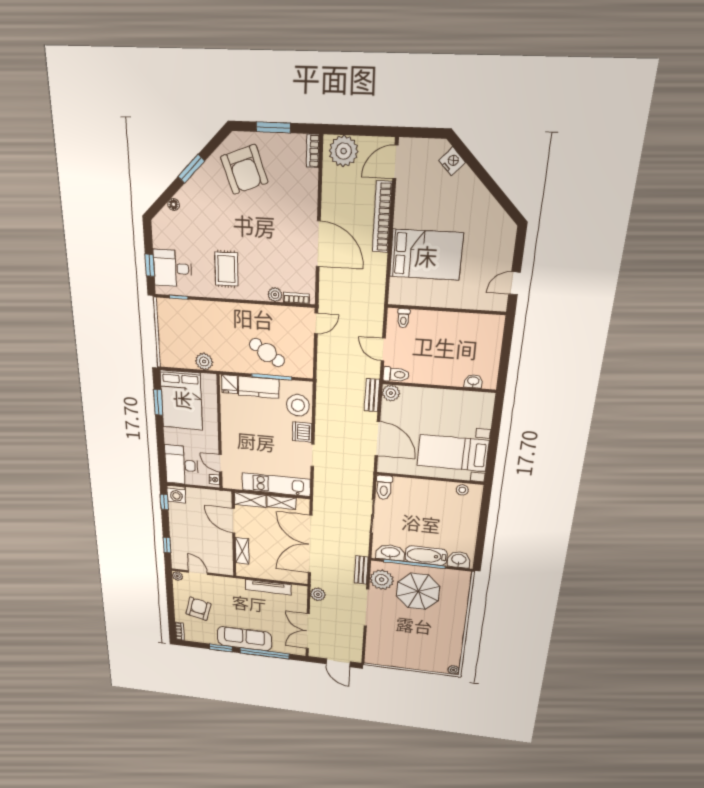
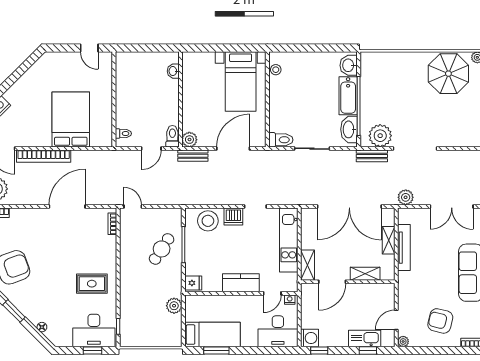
desk: (173, 268) -> (94, 331), width x1.37
plant: (275, 295) -> (111, 242), removed
kitchen counter: (259, 387) -> (241, 283), moved, turned -90
bed: (181, 400) -> (212, 335), width x0.67
shelving: (281, 502) -> (389, 240), moved
kitchen sink: (178, 544) -> (365, 339), added
parasol: (418, 591) -> (448, 74), moved

